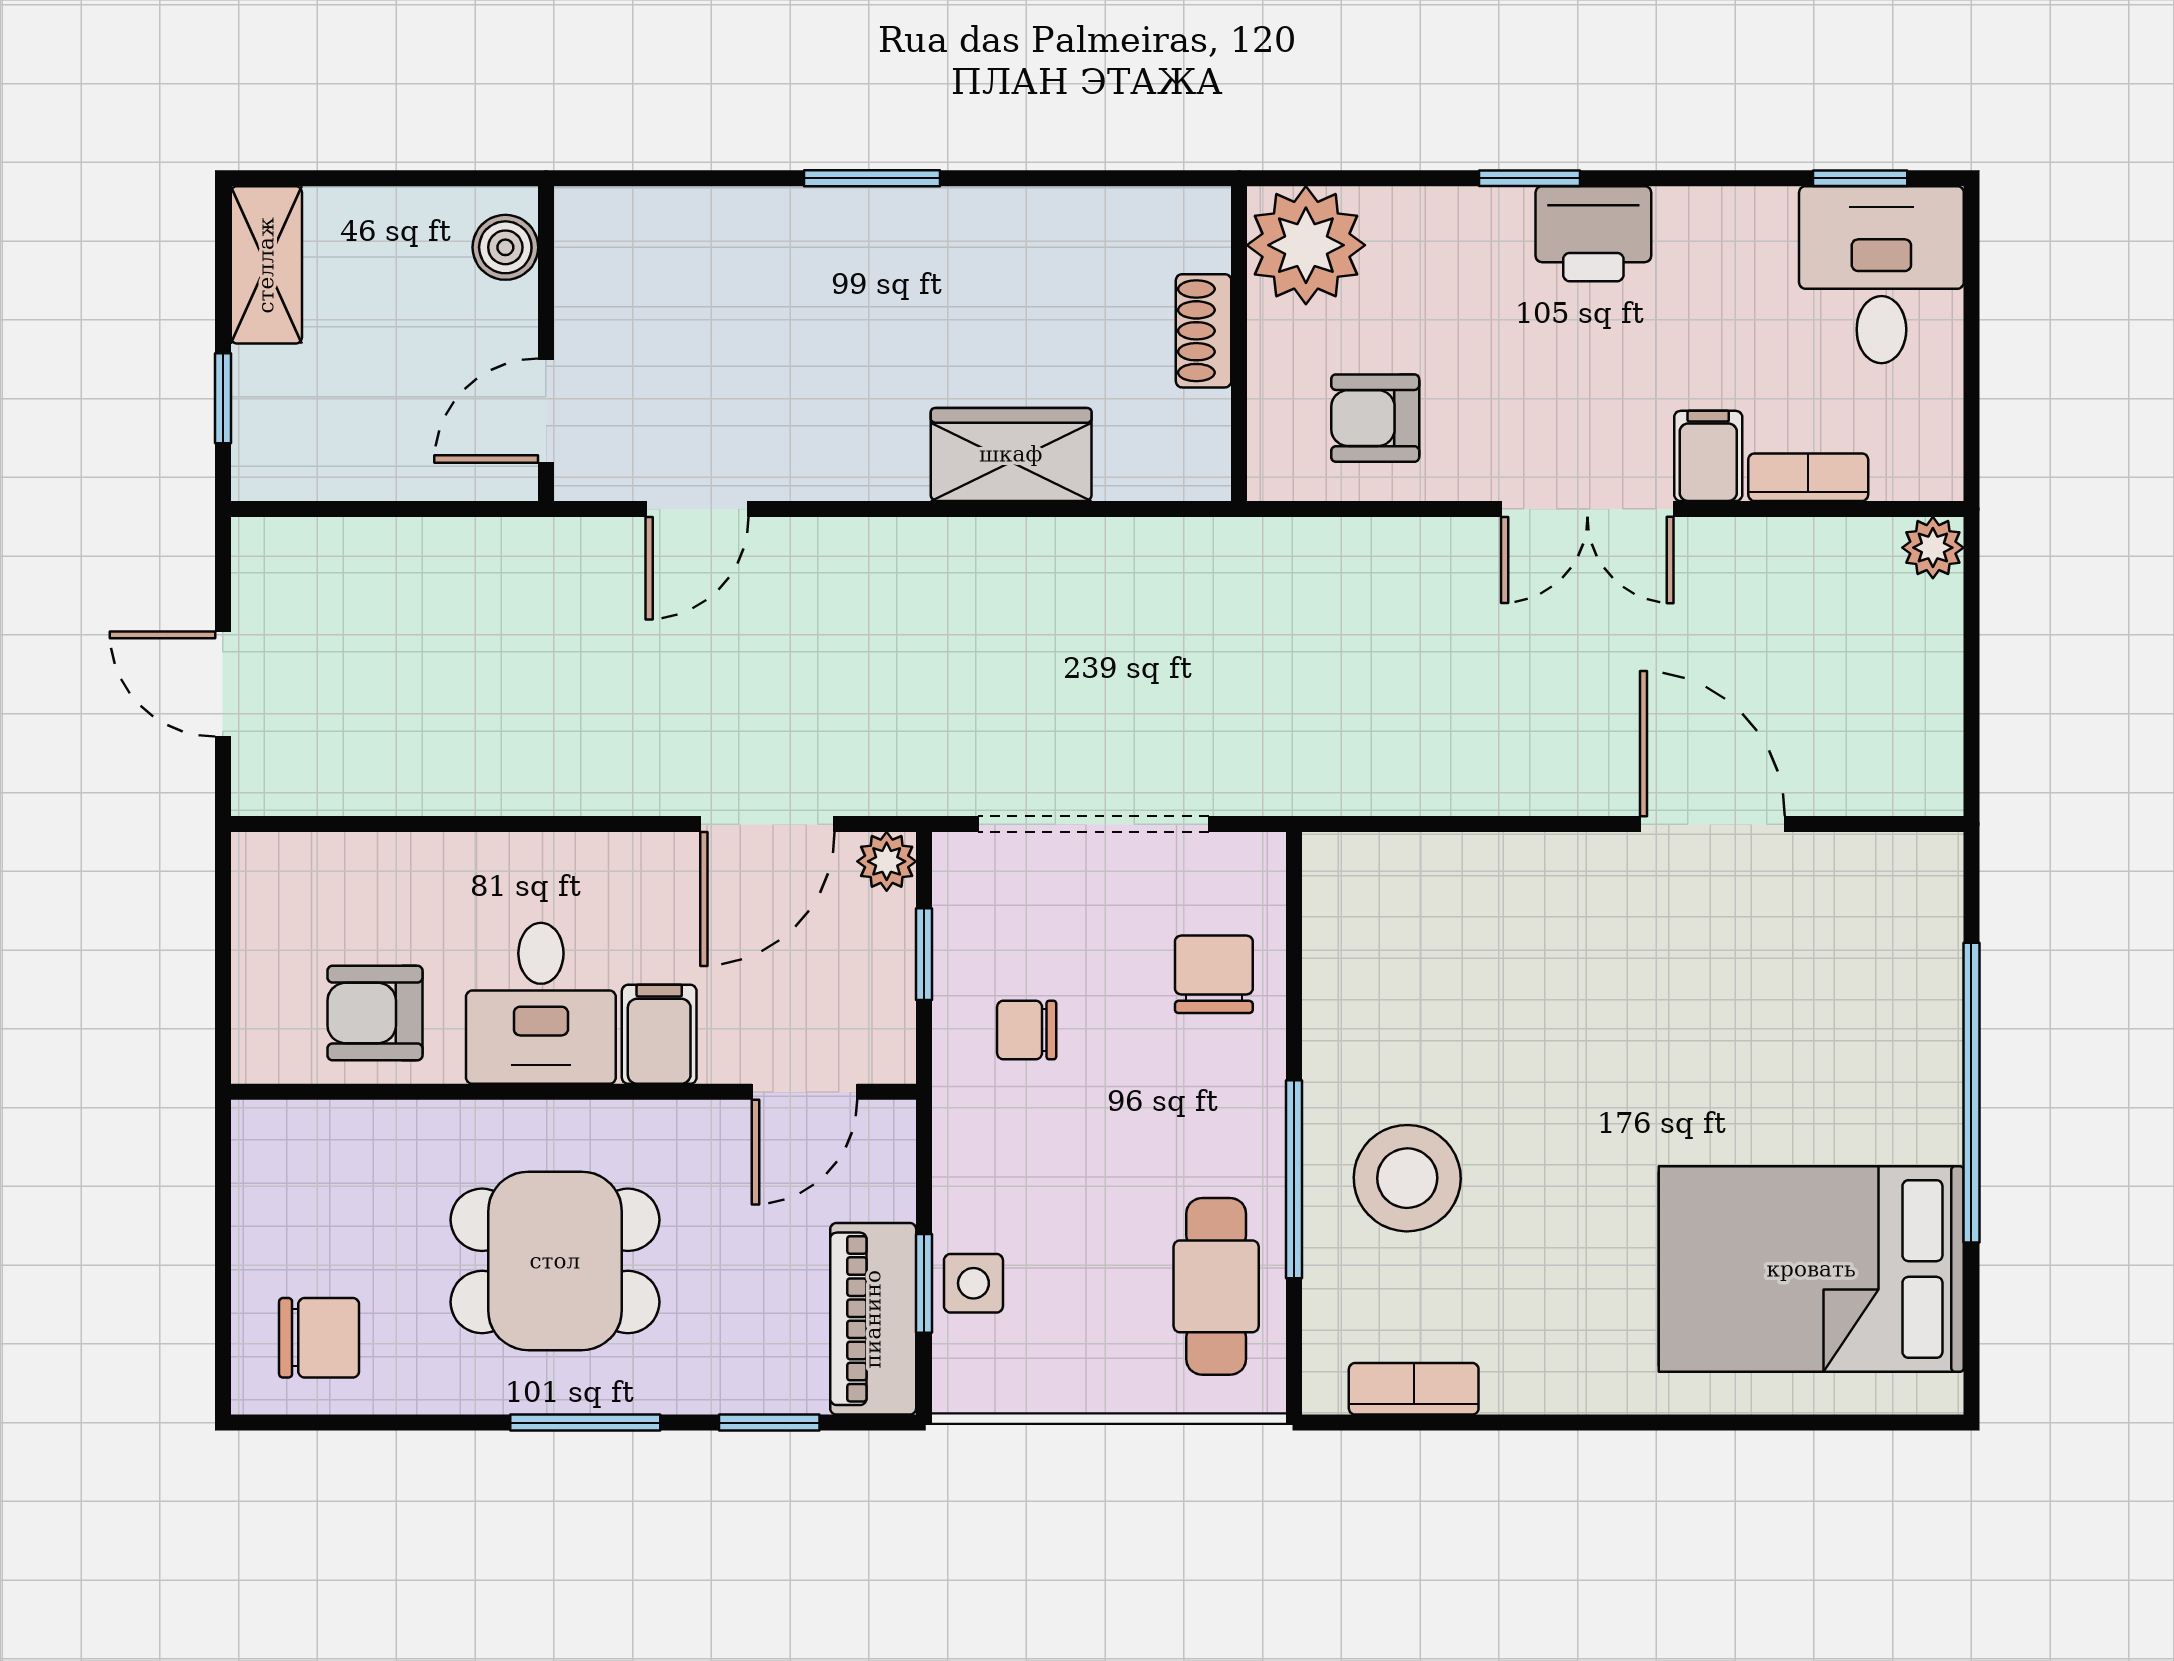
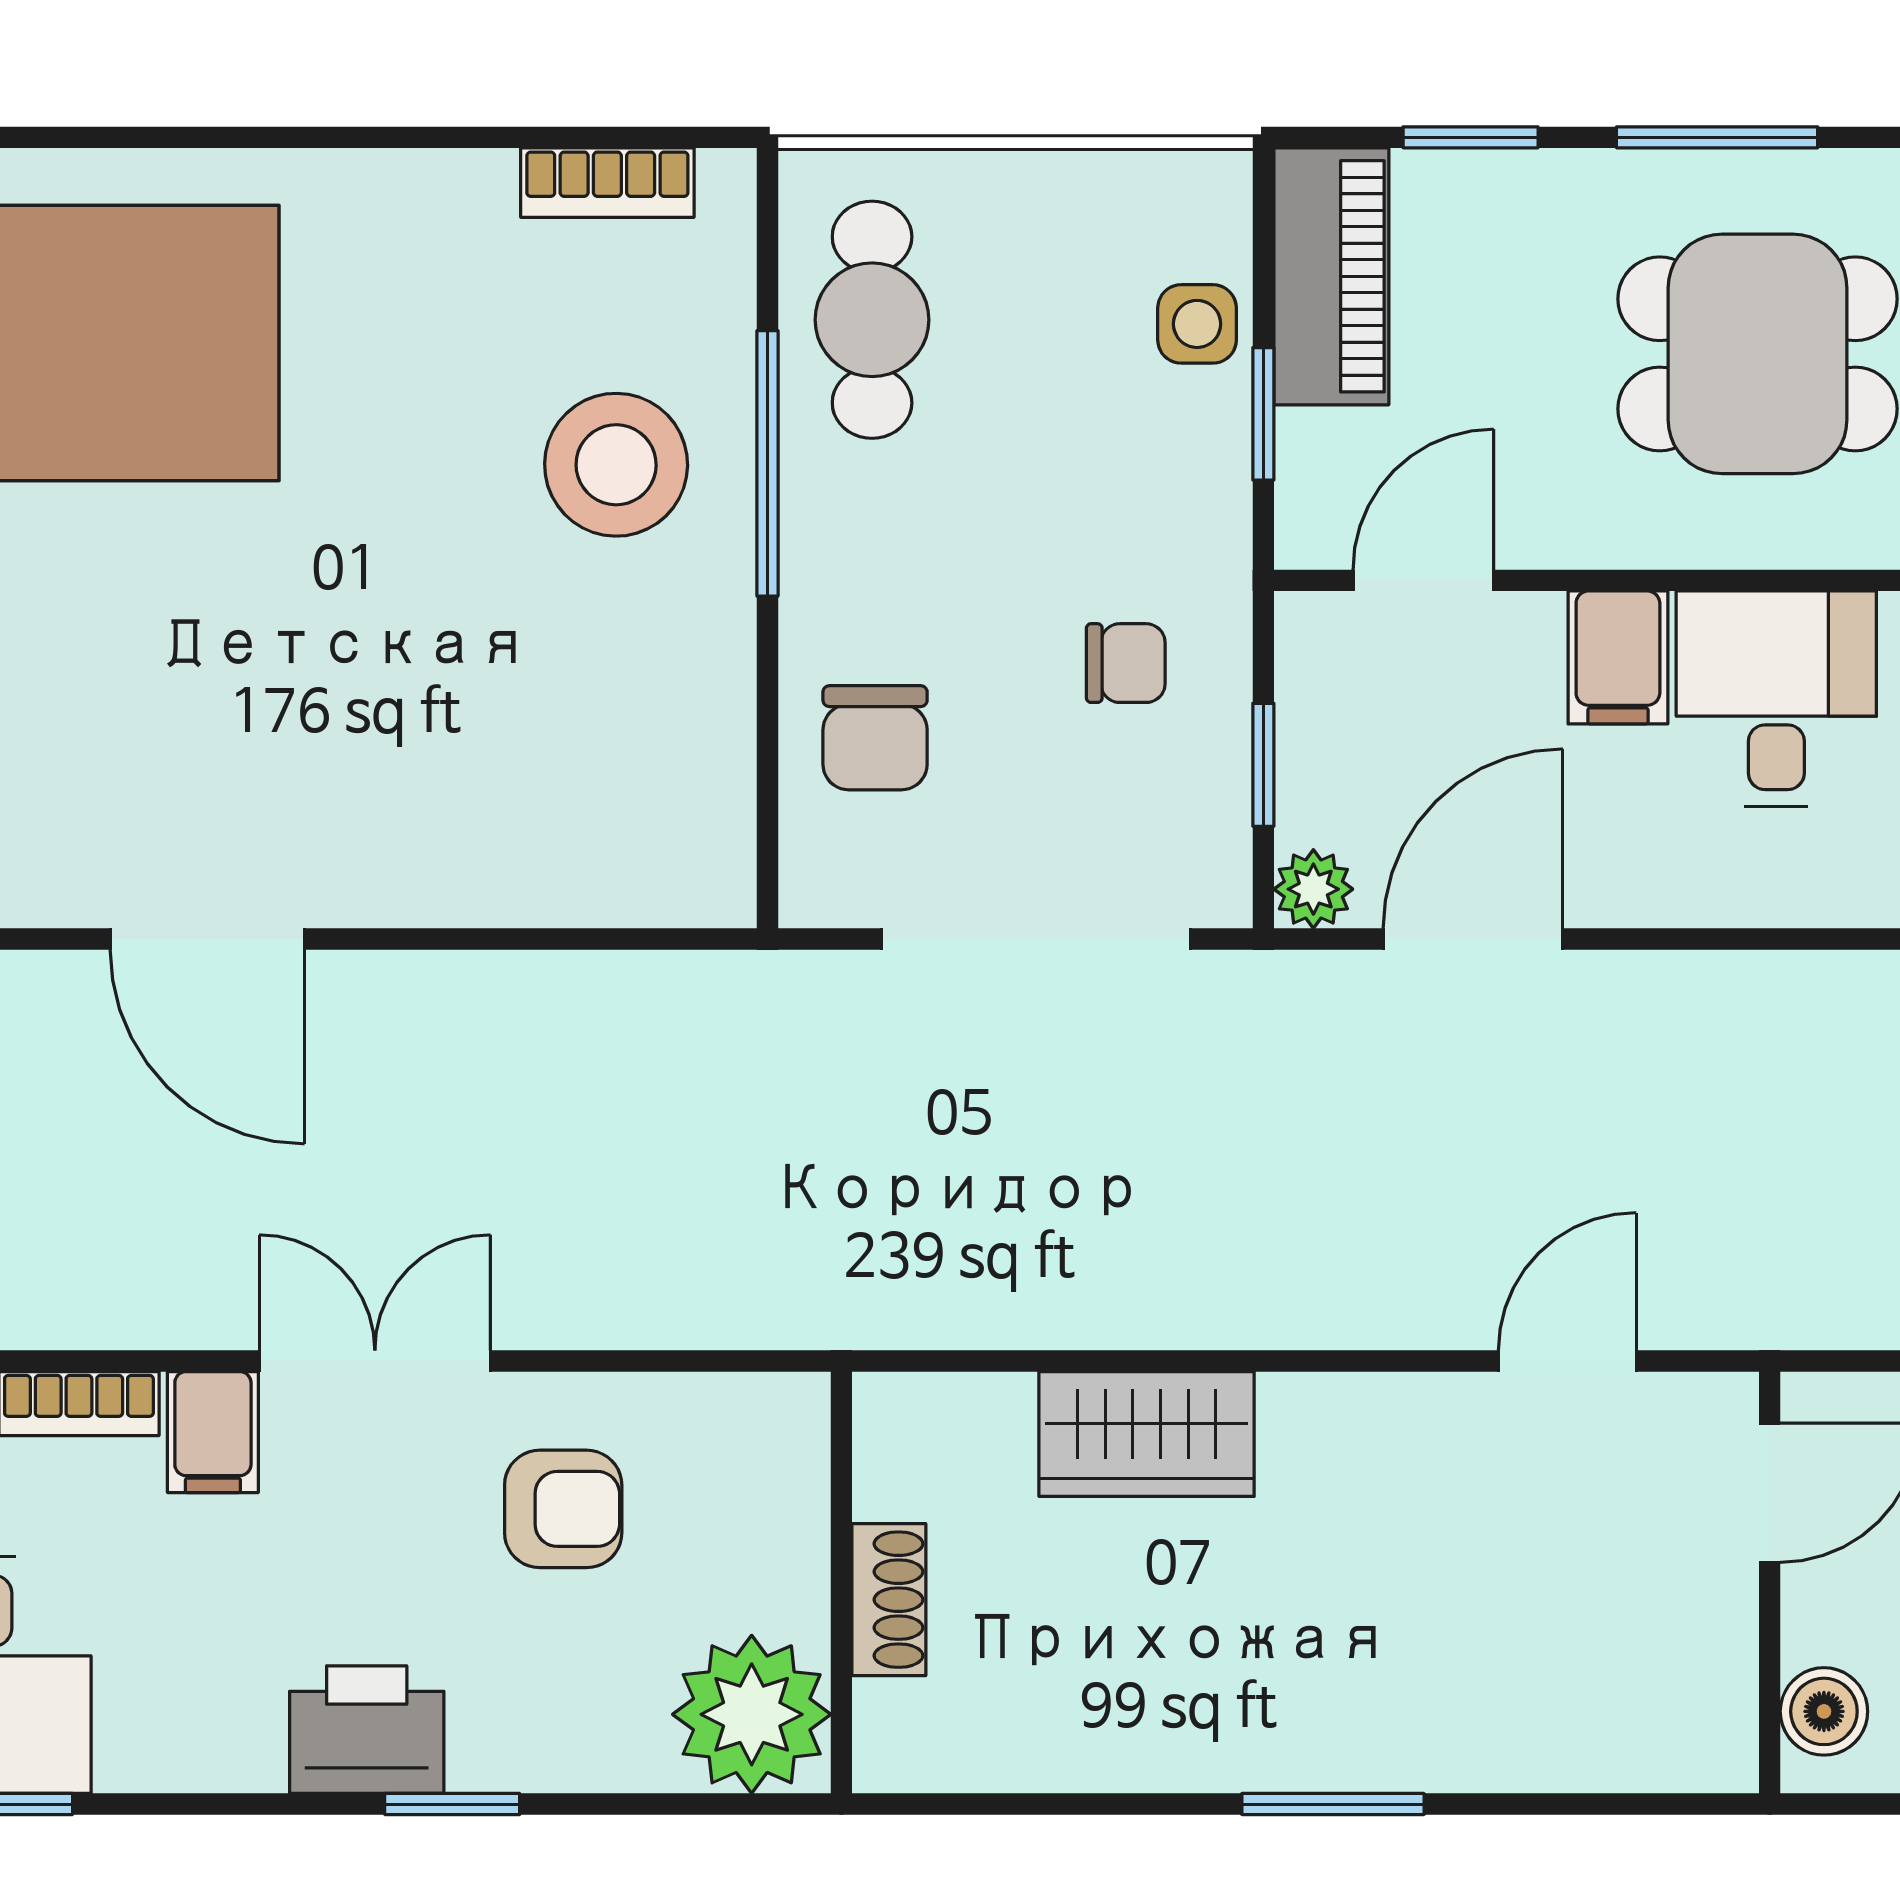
armchair: (1375, 418) -> (563, 1509), moved
window: (924, 1283) -> (1263, 414), moved

